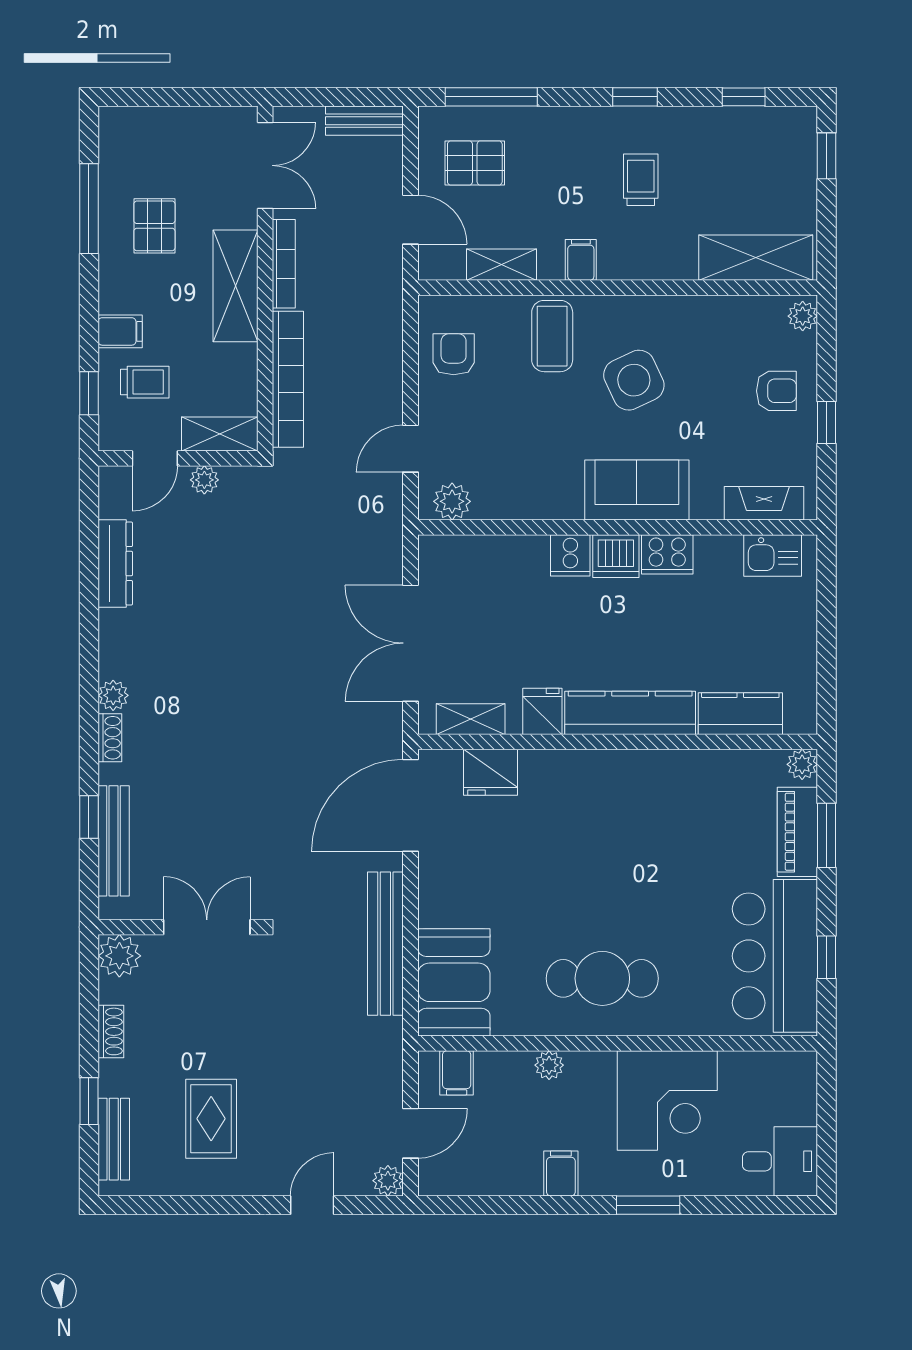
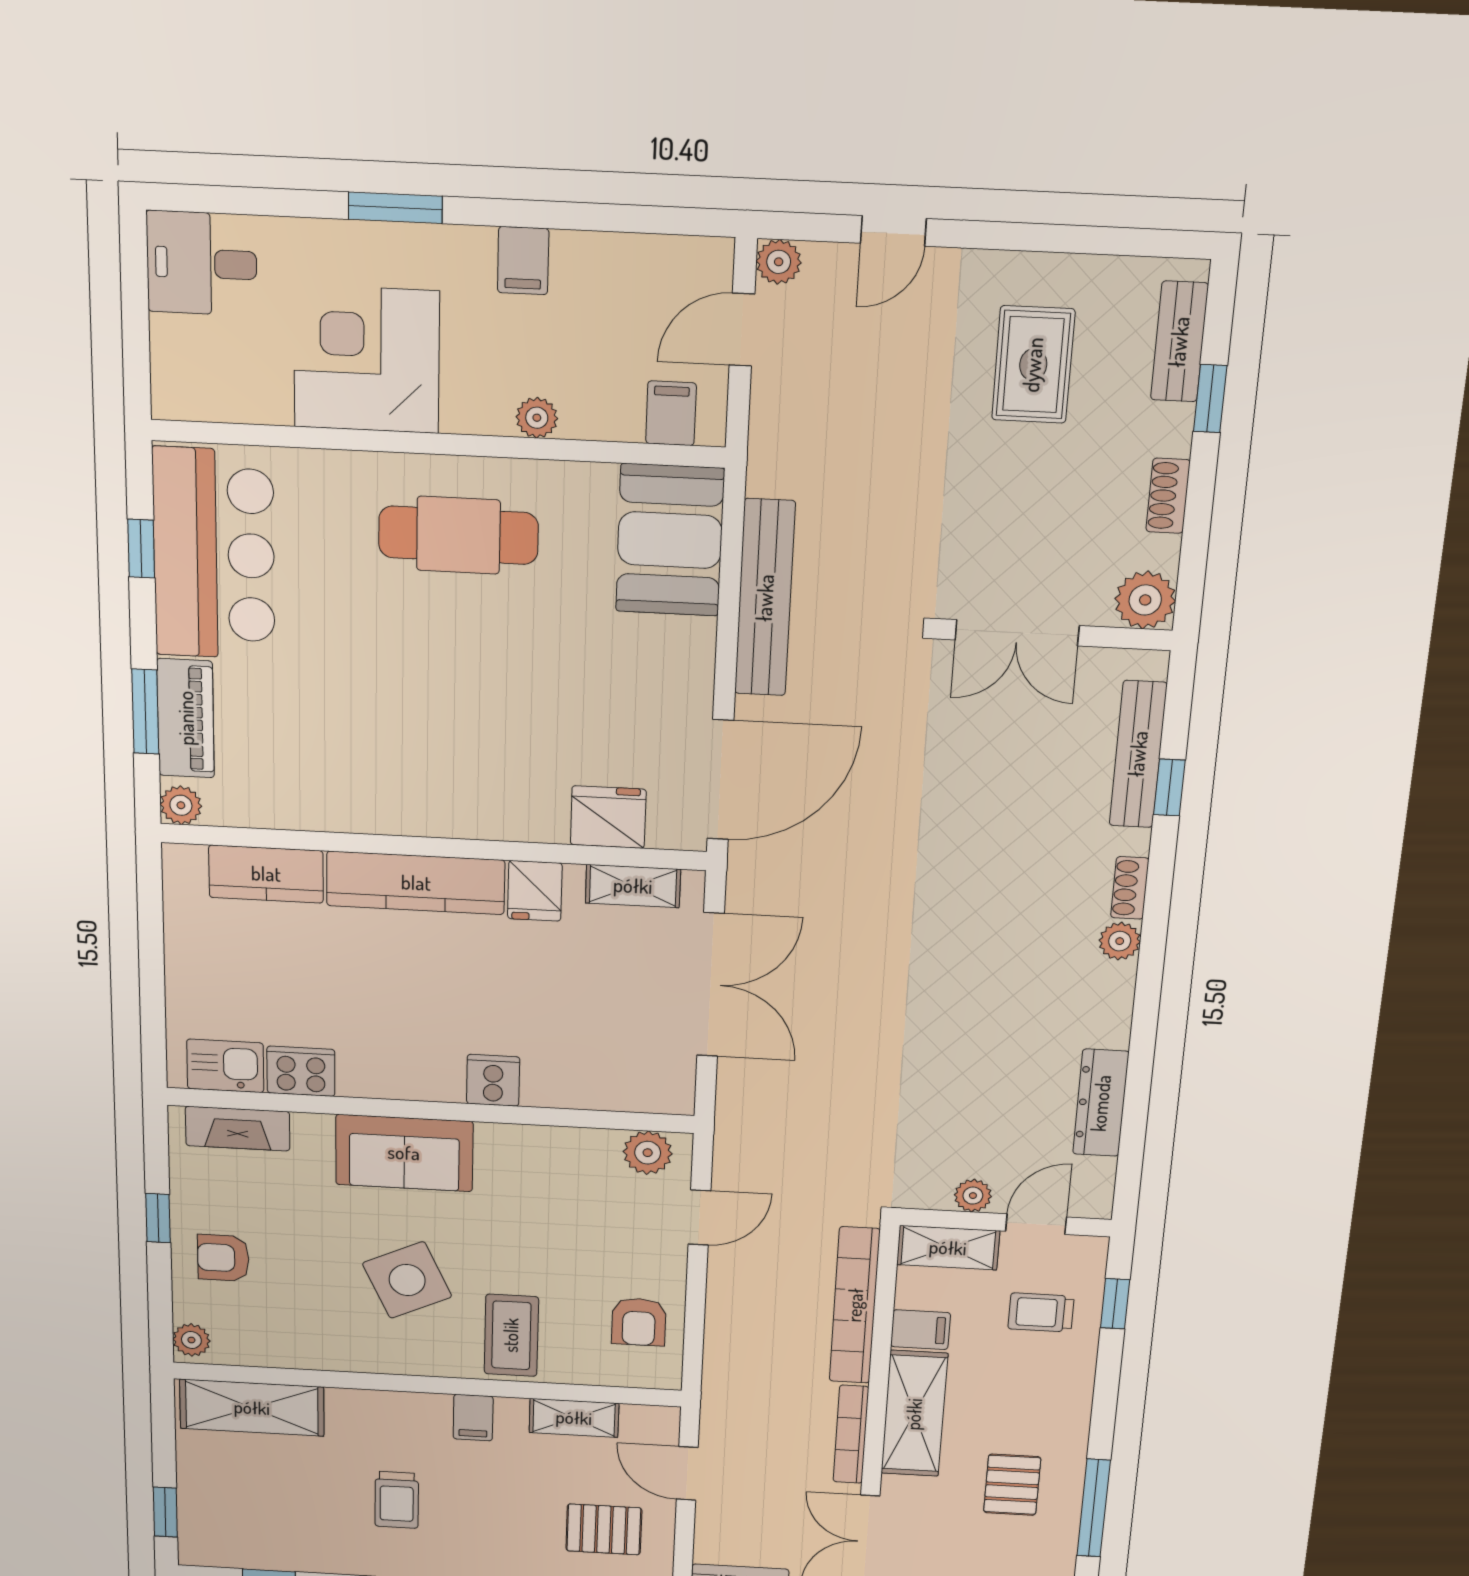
filing cabinet: (120, 331) -> (921, 1330), moved, turned 180
cooker: (667, 554) -> (301, 1071), moved
dishwasher: (616, 556) -> (433, 1076), removed

